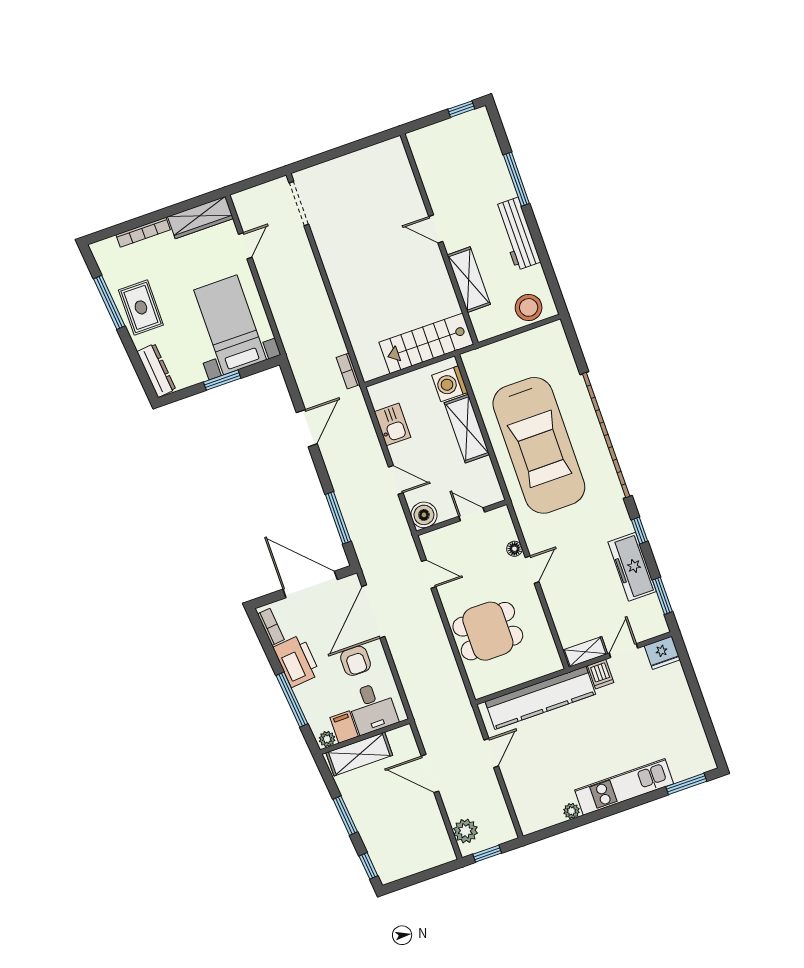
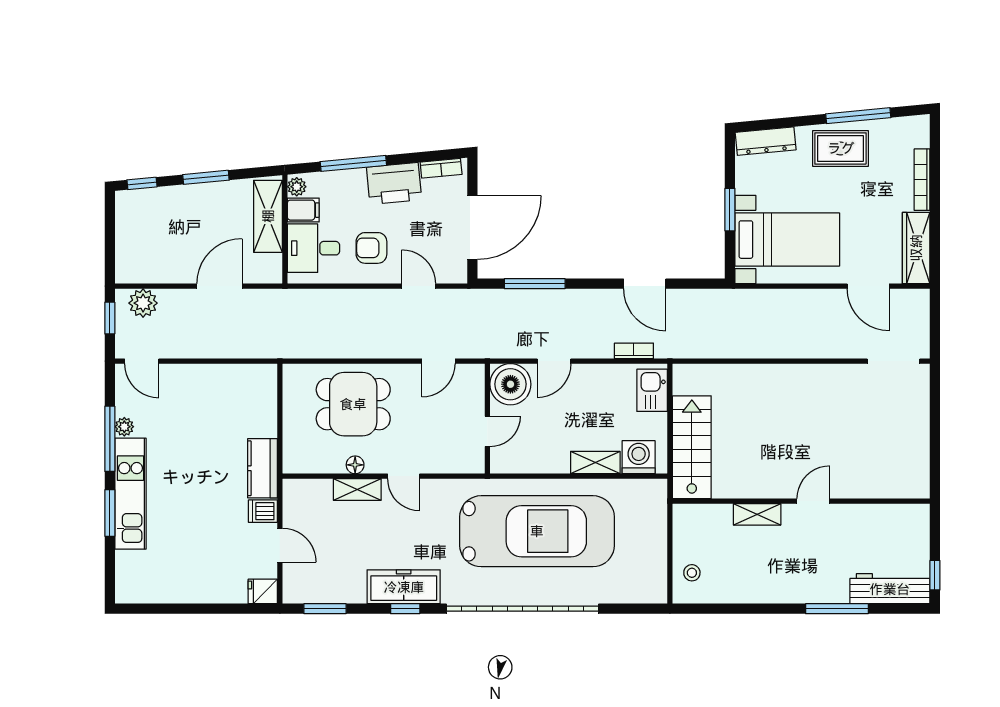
workbench: (517, 234) -> (890, 589), moved
door: (245, 246) -> (868, 286), width x1.38
shelving: (469, 280) -> (757, 514), width x0.67, depth x0.75
stool: (529, 307) -> (692, 573), width x0.53, depth x0.53
bookcase: (348, 371) -> (634, 351), moved
kitchen sink: (393, 424) -> (652, 390), moved, turned 90
shelving: (467, 429) -> (595, 463), width x0.67, depth x0.75
car: (539, 445) -> (537, 531), turned 180
boiler: (424, 515) -> (510, 384), width x1.37, depth x1.37
floor lamp: (514, 549) -> (355, 465), moved
freezer: (632, 567) -> (404, 587), moved
door: (373, 611) -> (419, 286), width x0.53
dining table: (488, 631) -> (353, 404), turned 90
shelving: (585, 652) -> (357, 490), moved, turned 90
fridge: (662, 653) -> (263, 591), width x0.72
kitchen counter: (540, 698) -> (263, 468), width x0.48, depth x0.86
door: (491, 753) -> (142, 361), moved
window: (686, 784) -> (110, 513), moved
window: (585, 819) -> (110, 439), added

